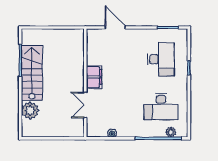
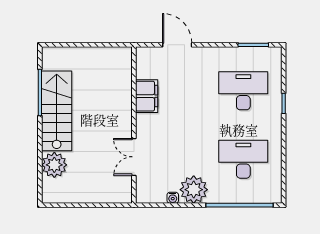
desk: (161, 59) -> (243, 91), turned -90
filing cabinet: (94, 77) -> (147, 96), moved
desk: (161, 107) -> (243, 159), turned 180
plant: (171, 132) -> (194, 190), moved, width x1.88, depth x1.88

